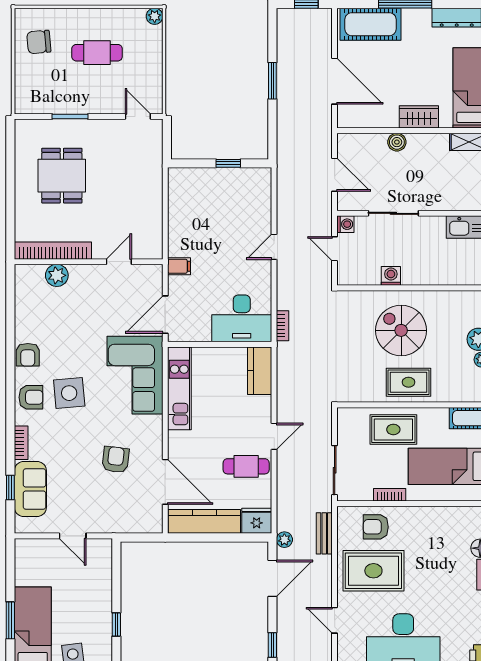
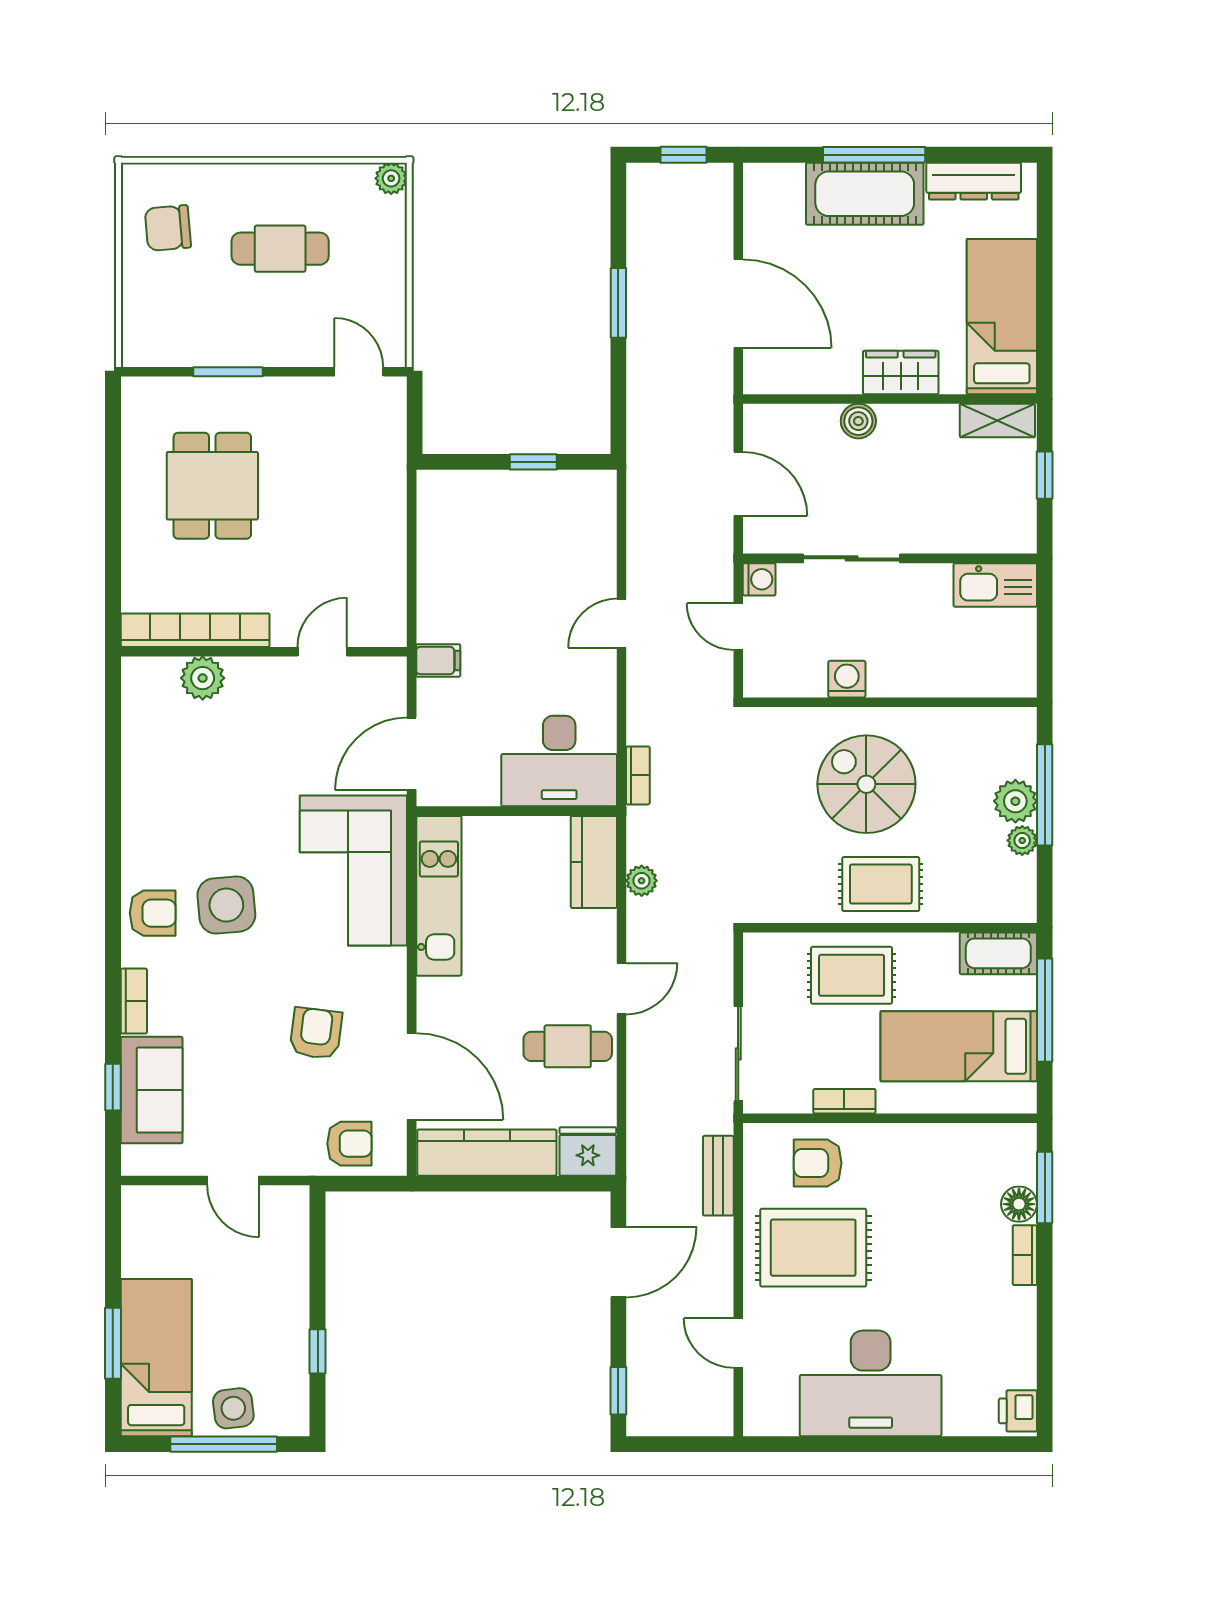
cot: (371, 24) -> (865, 194), moved
armchair: (28, 355) -> (349, 1144), moved, turned -90
plant: (284, 540) -> (642, 881), moved

